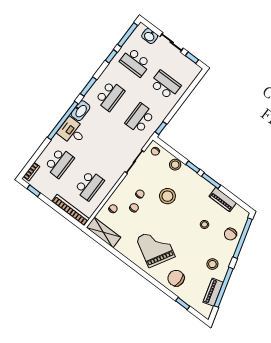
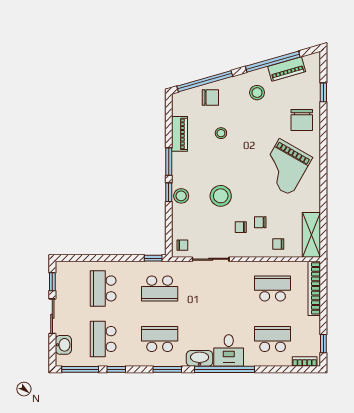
school desk: (135, 62) -> (103, 339), turned 180
stool: (175, 165) -> (181, 196), moved

